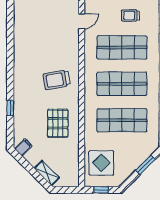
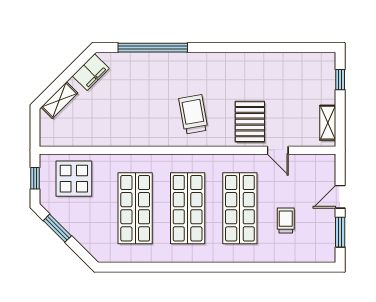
window: (10, 108) -> (153, 48), width x3.17
pallet: (58, 123) -> (250, 122), moved, turned 90
filing cabinet: (23, 147) -> (91, 72), width x2.00
window: (145, 165) -> (57, 228), moved

